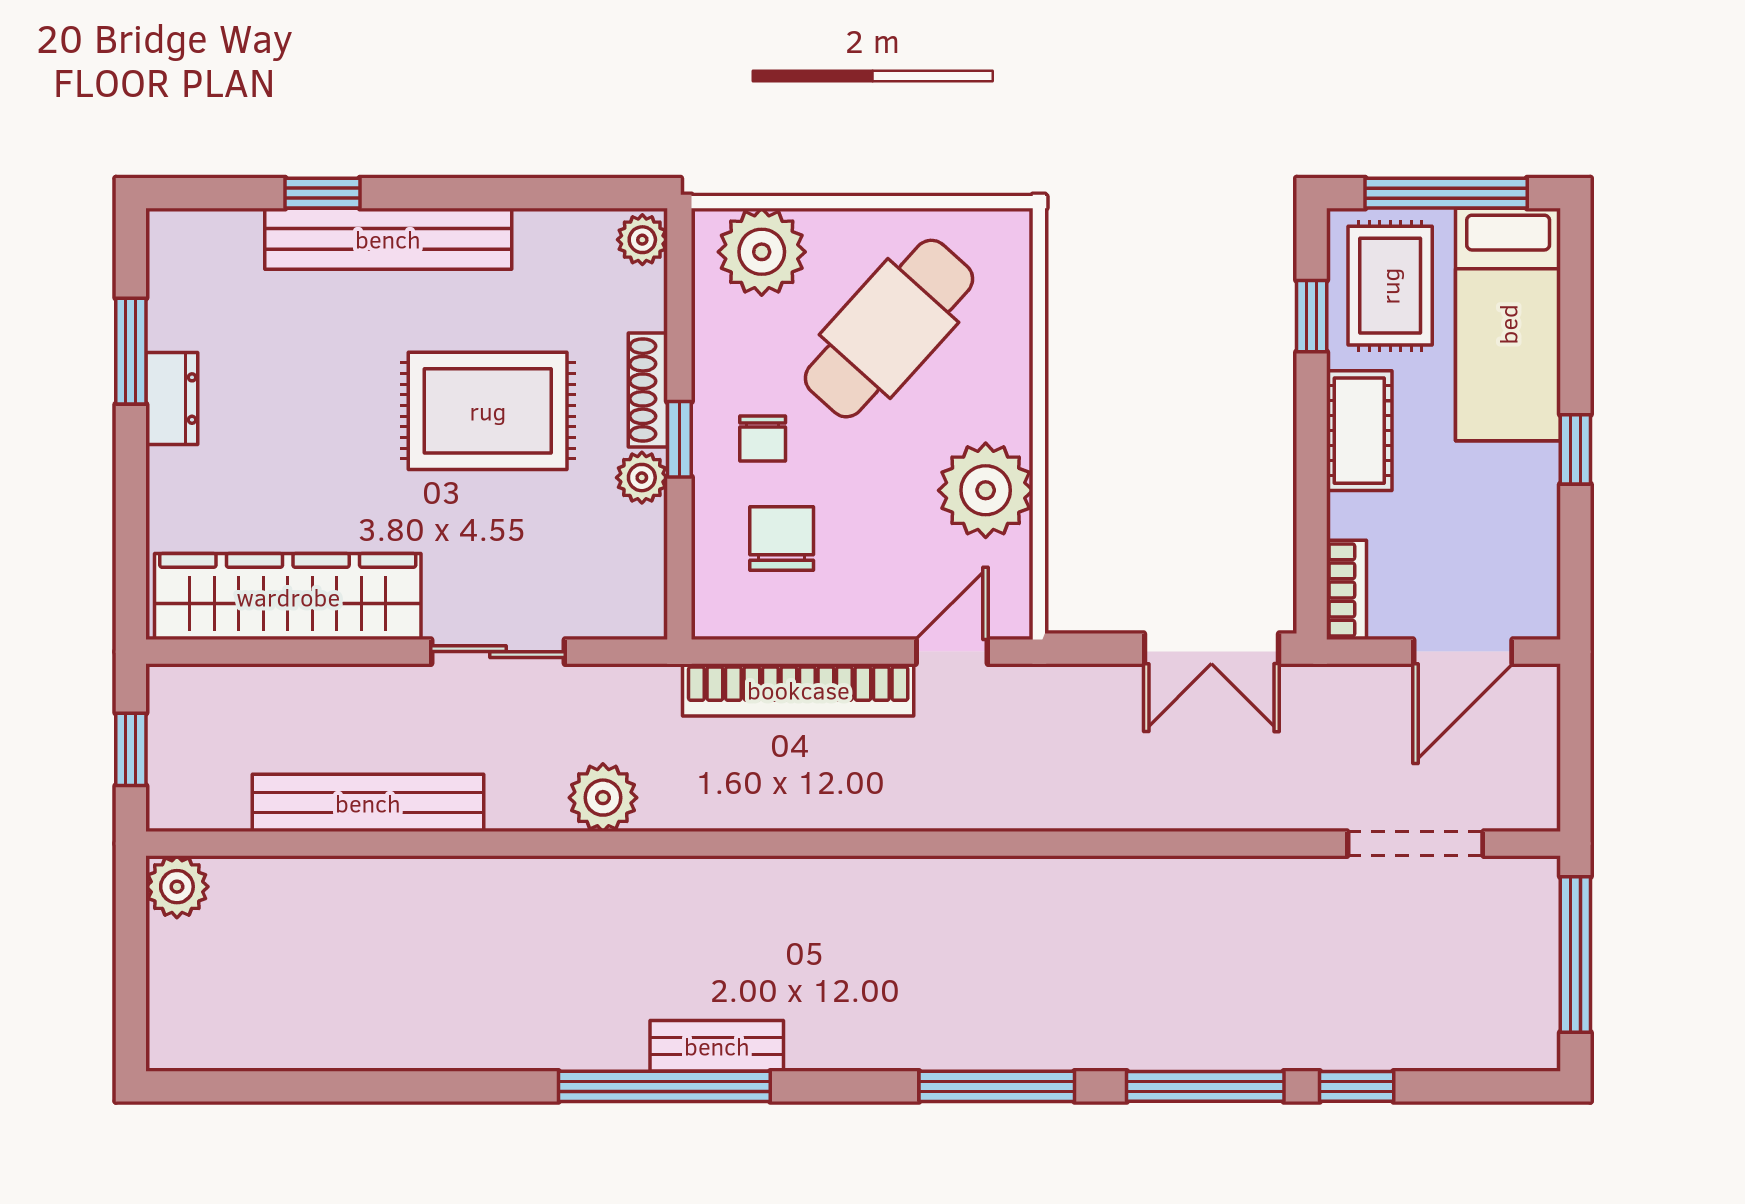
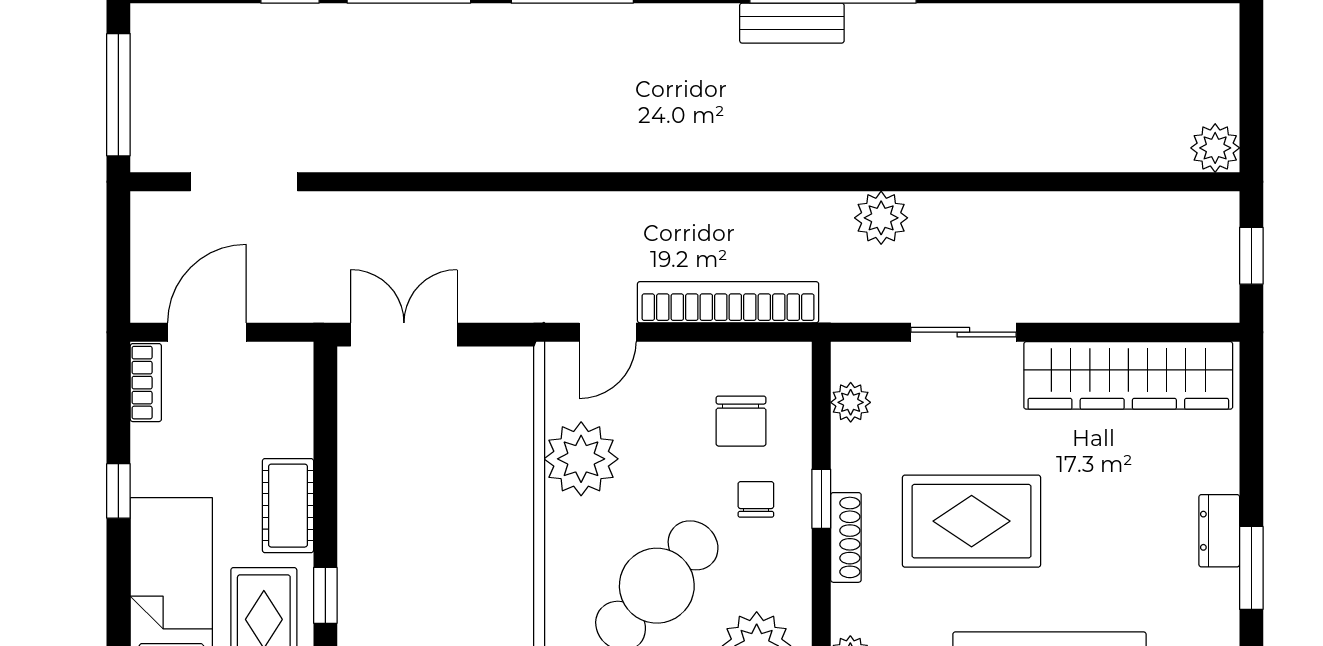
plant: (642, 478) -> (851, 402), moved
bookcase: (1347, 590) -> (146, 383), moved, turned 180
bench: (368, 803) -> (1065, 214), removed

